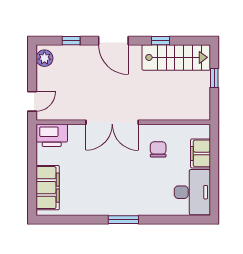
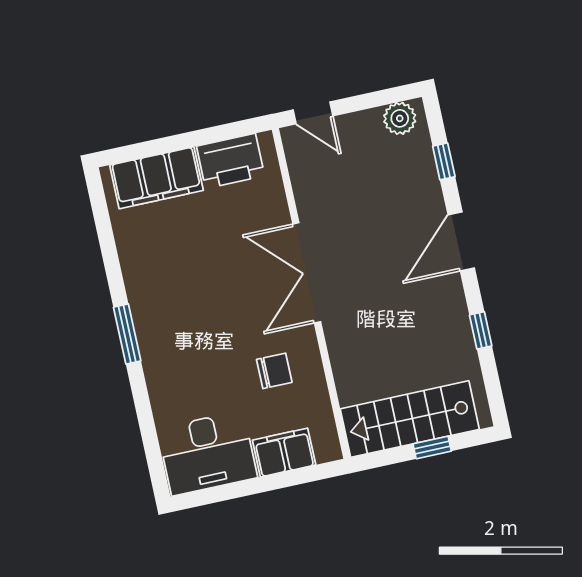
stairs: (176, 57) -> (410, 419), moved, turned 90
printer: (52, 135) -> (231, 161), moved, turned -90

